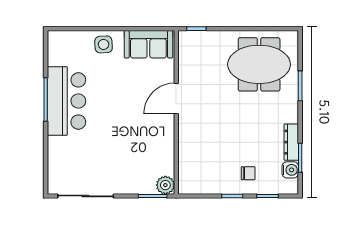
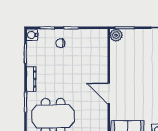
door: (176, 99) -> (109, 93), swing flipped
dresser: (291, 142) -> (31, 79), moved
water cooler: (290, 170) -> (32, 35), moved

